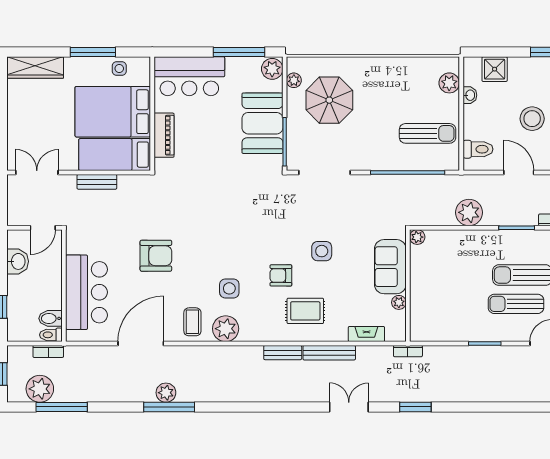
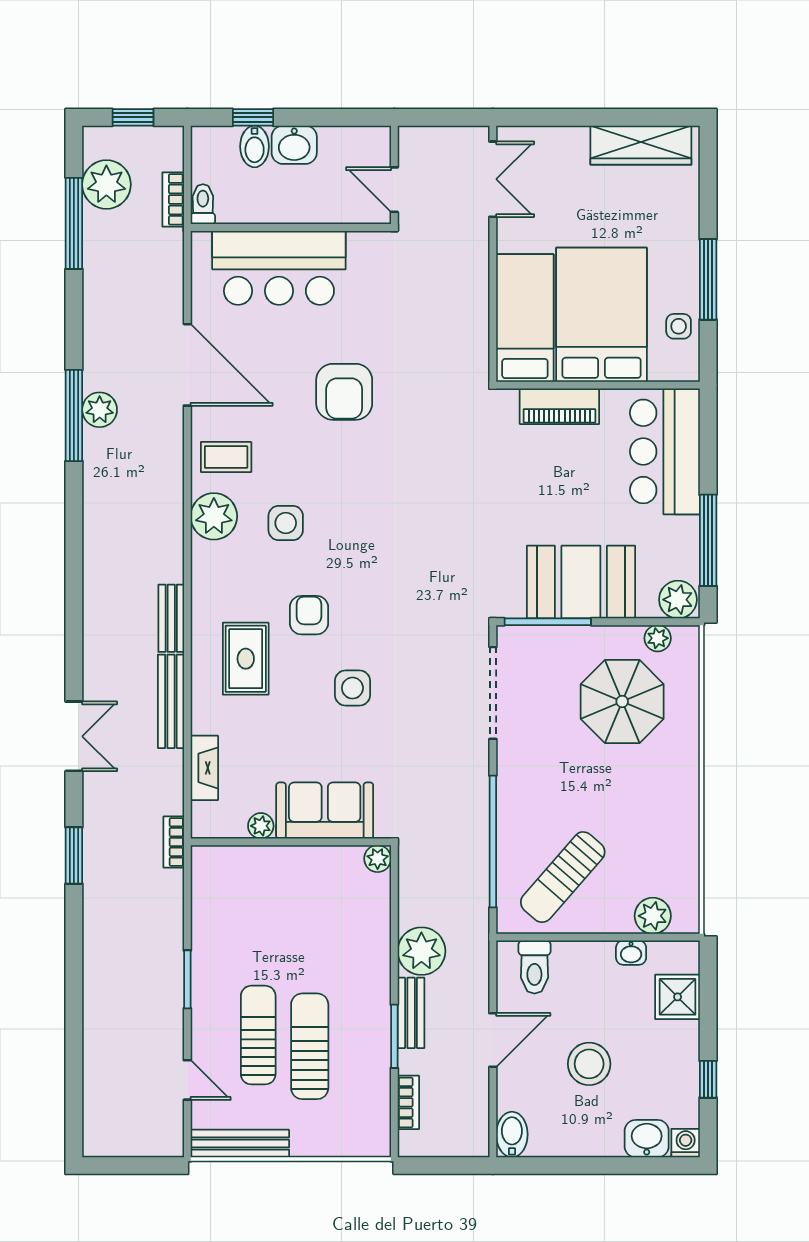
wardrobe: (35, 68) -> (641, 145), moved, turned -90
sun lounger: (428, 133) -> (563, 877), turned 41
bench: (97, 182) -> (411, 1013), moved
washbasin: (18, 261) -> (294, 145), moved
bidet: (50, 318) -> (255, 146), moved, turned 180

